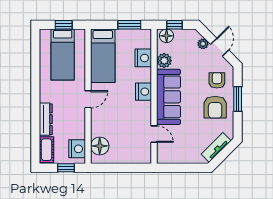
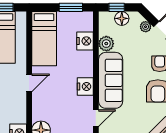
floor lamp: (167, 36) -> (122, 18), moved
nightstand: (143, 92) -> (85, 87), moved
door: (154, 134) -> (96, 118), hinge flipped

